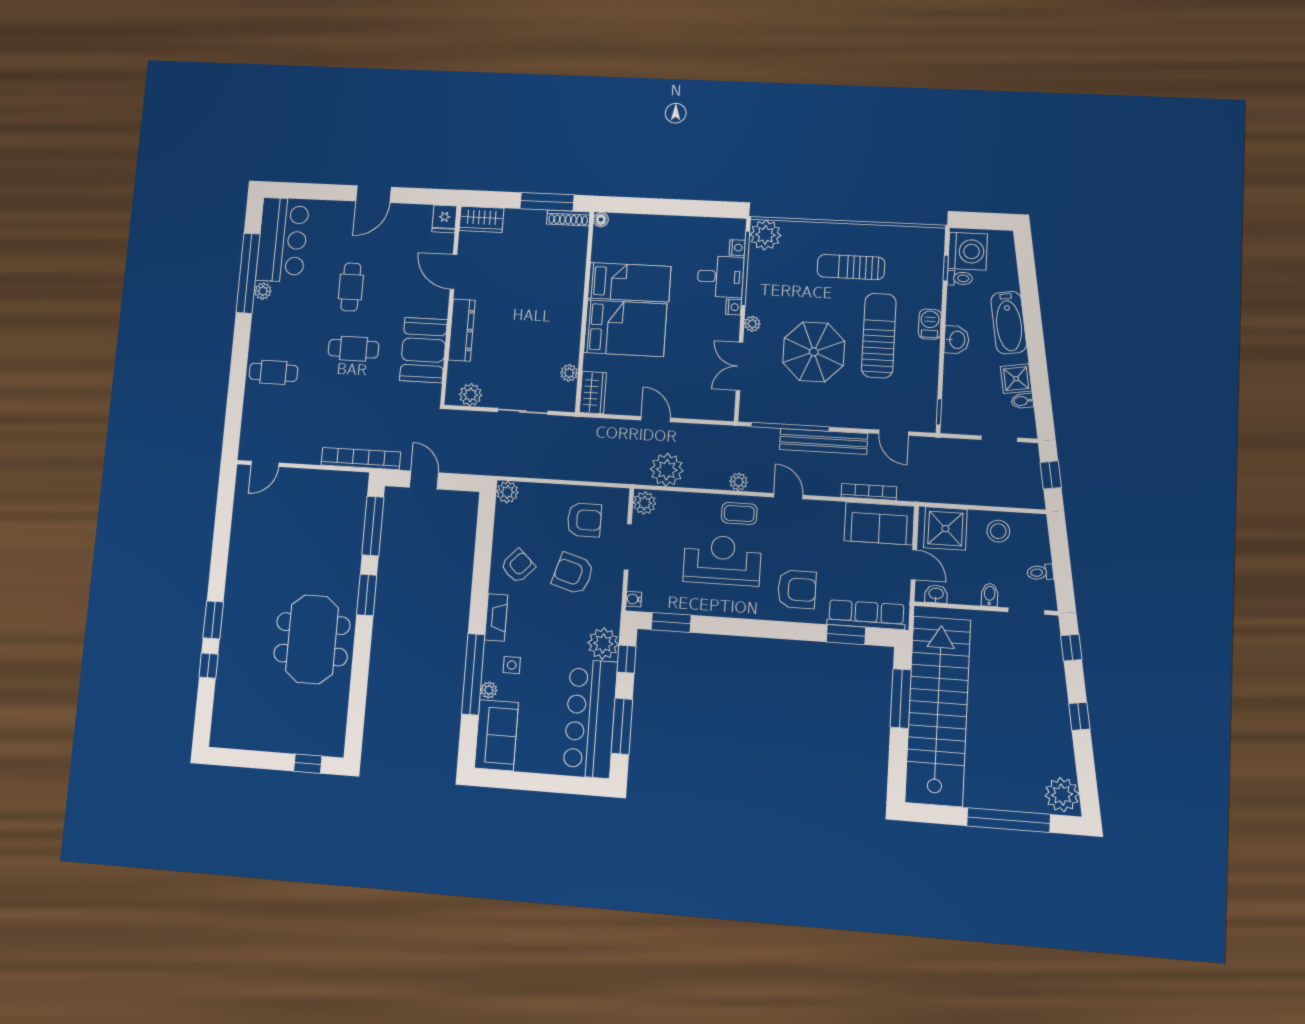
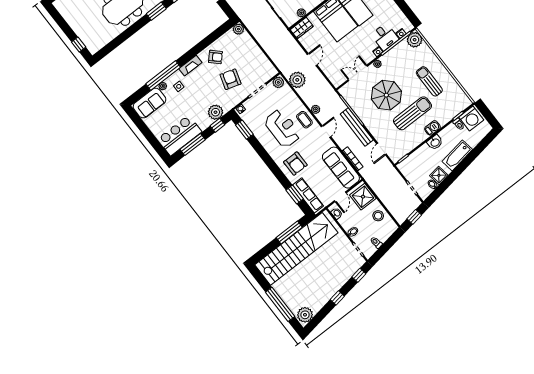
armchair: (584, 520) -> (253, 66), removed
sofa: (879, 523) -> (341, 168), width x1.36
bar counter: (590, 718) -> (180, 135), width x0.73

